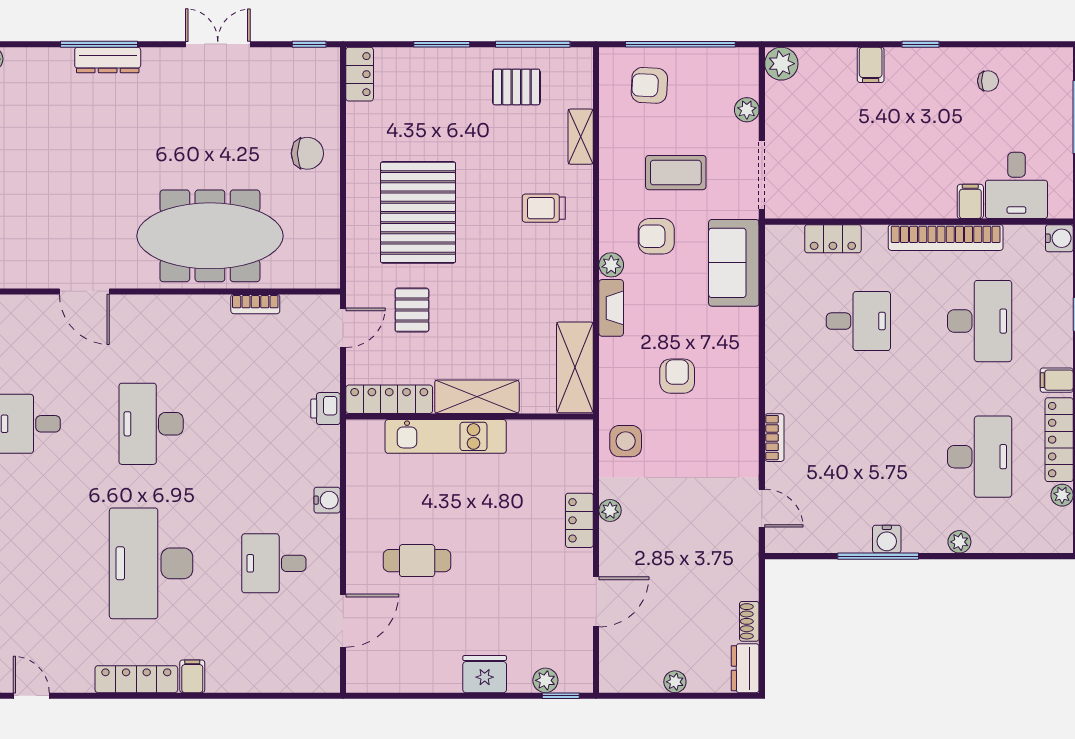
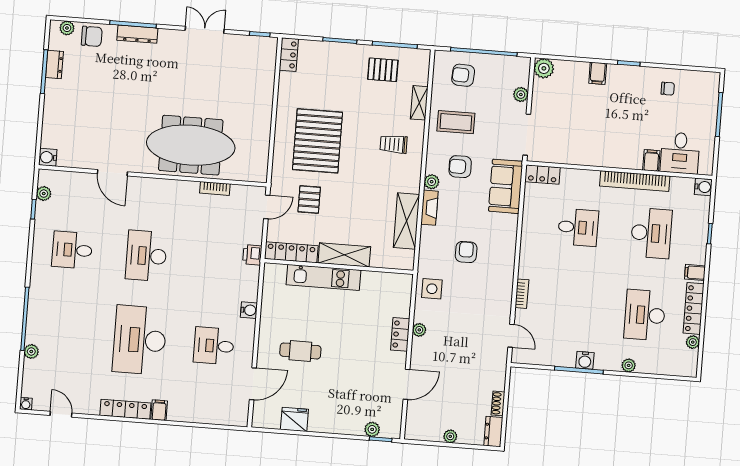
chair: (307, 153) -> (92, 36), moved
coffee table: (676, 173) -> (456, 122), moved
locker: (833, 239) -> (543, 175), moved
shelving: (575, 367) -> (406, 221), moved
desk: (980, 457) -> (645, 315), turned 180
fridge: (485, 674) -> (294, 419), moved

